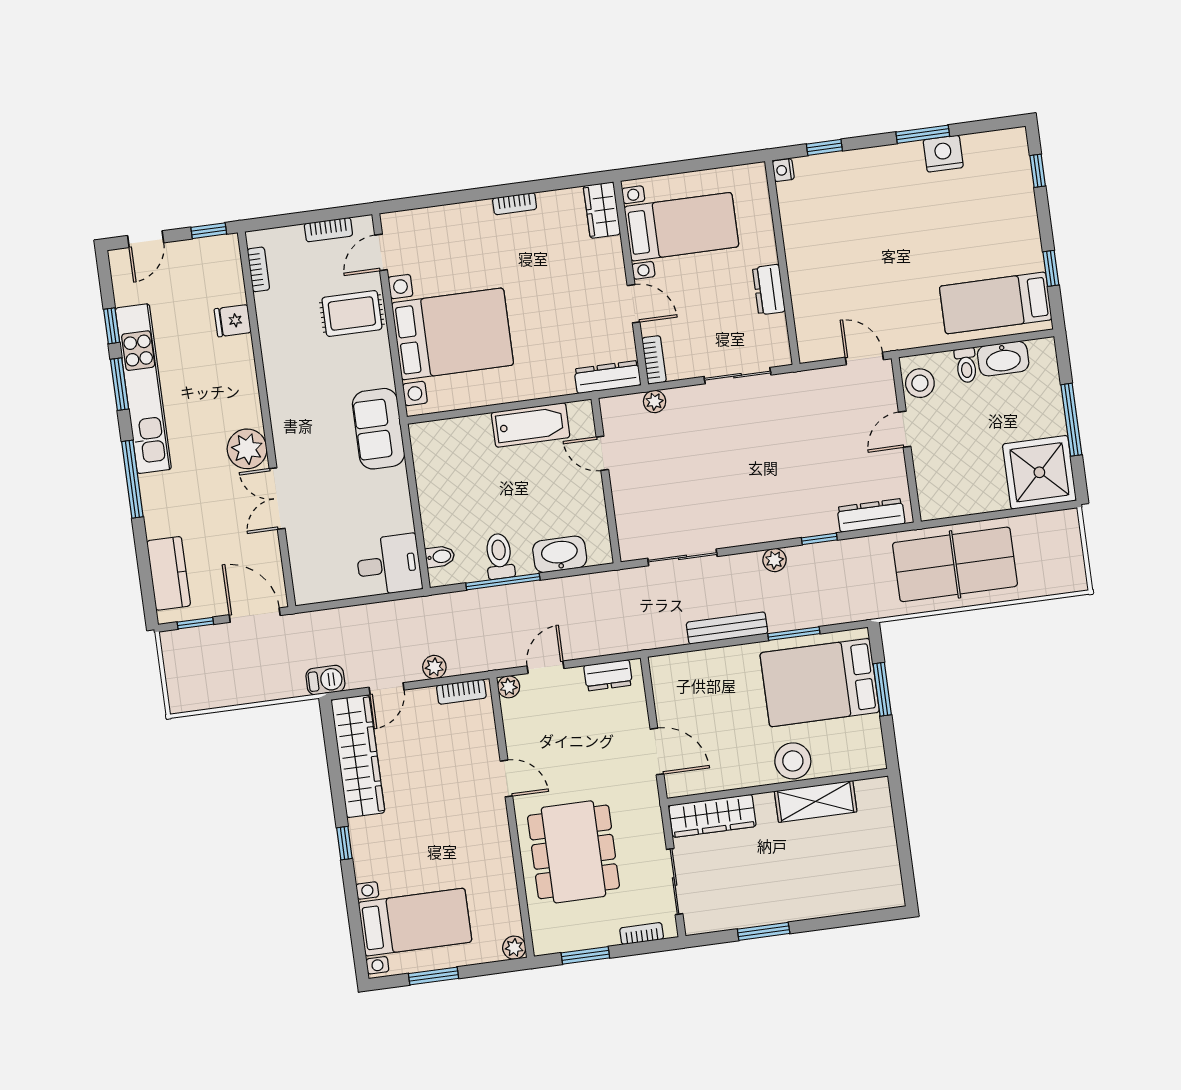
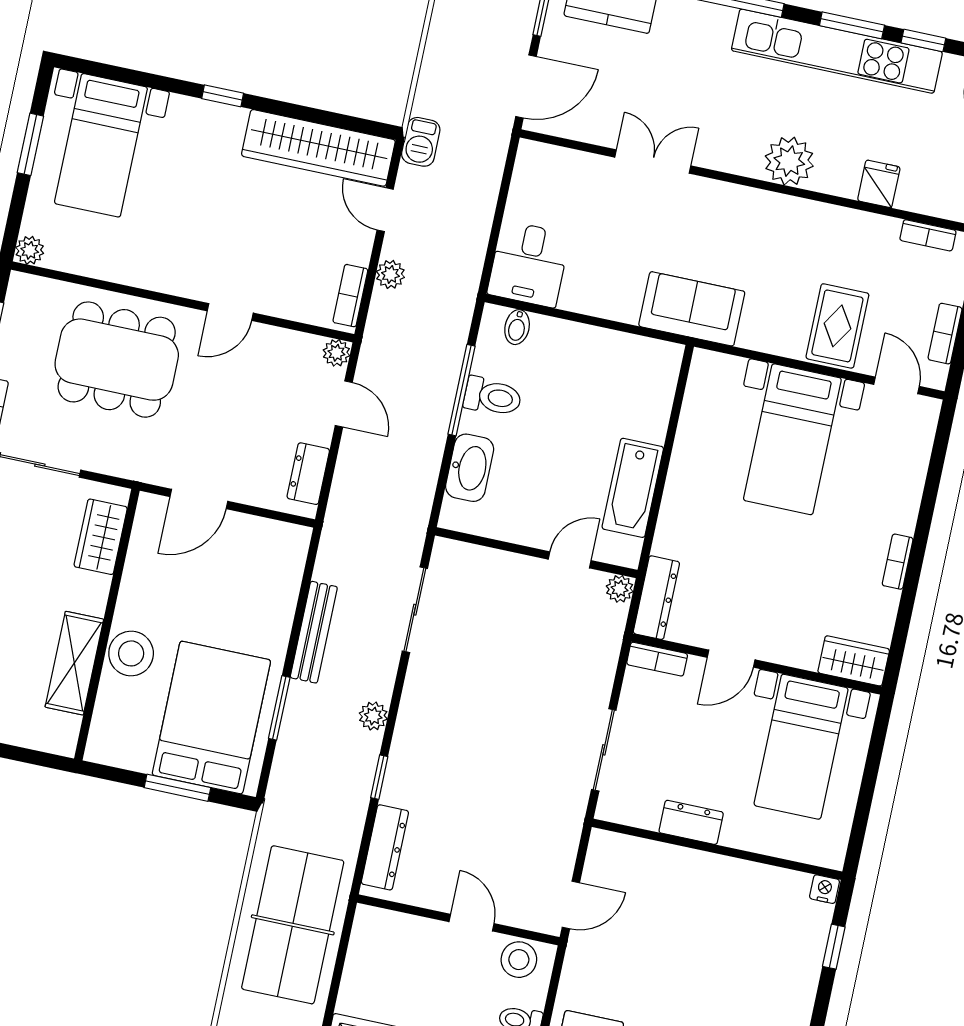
bed with nightstands: (453, 334) -> (792, 439), width x0.73
plant: (655, 402) -> (620, 589), moved
plant: (247, 449) -> (789, 161), moved
wardrobe: (712, 816) -> (101, 537), width x0.67

